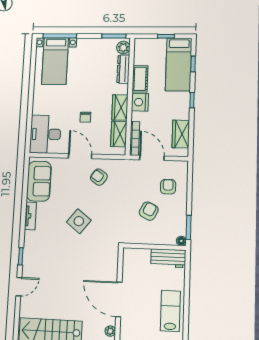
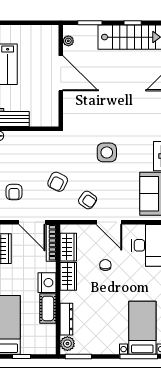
armchair: (149, 211) -> (58, 182), moved
side table: (79, 221) -> (107, 152), turned -38

